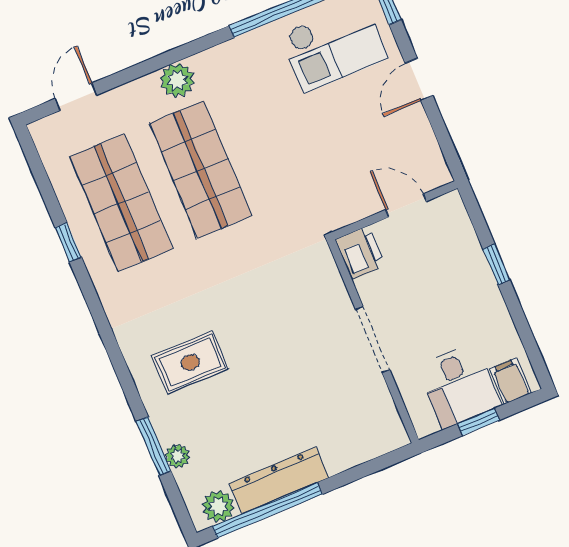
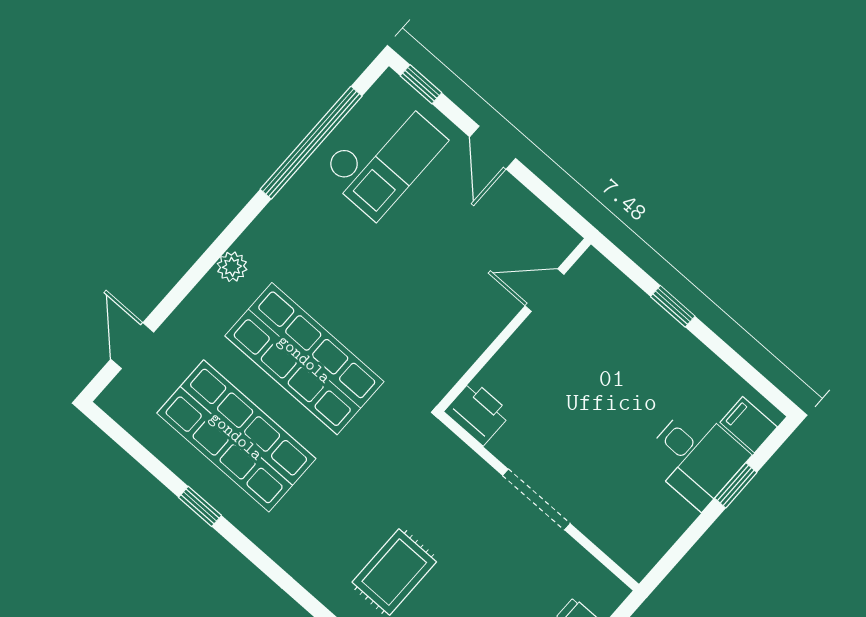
plant: (177, 80) -> (232, 267), width x0.73, depth x0.73
printer: (360, 253) -> (478, 413), moved
doorway: (372, 339) -> (536, 500), moved
wall: (373, 341) -> (538, 501), moved

